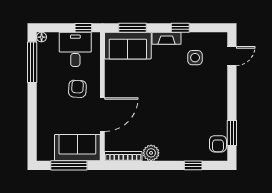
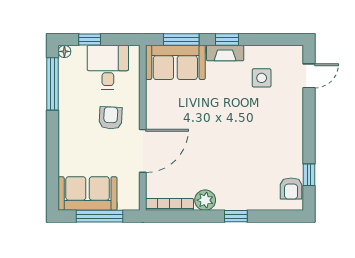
window: (83, 28) -> (90, 40), moved
window: (180, 28) -> (227, 40), moved
window: (232, 133) -> (309, 175), width x0.67
sofa: (77, 148) -> (88, 194), moved
window: (193, 165) -> (236, 216), moved

